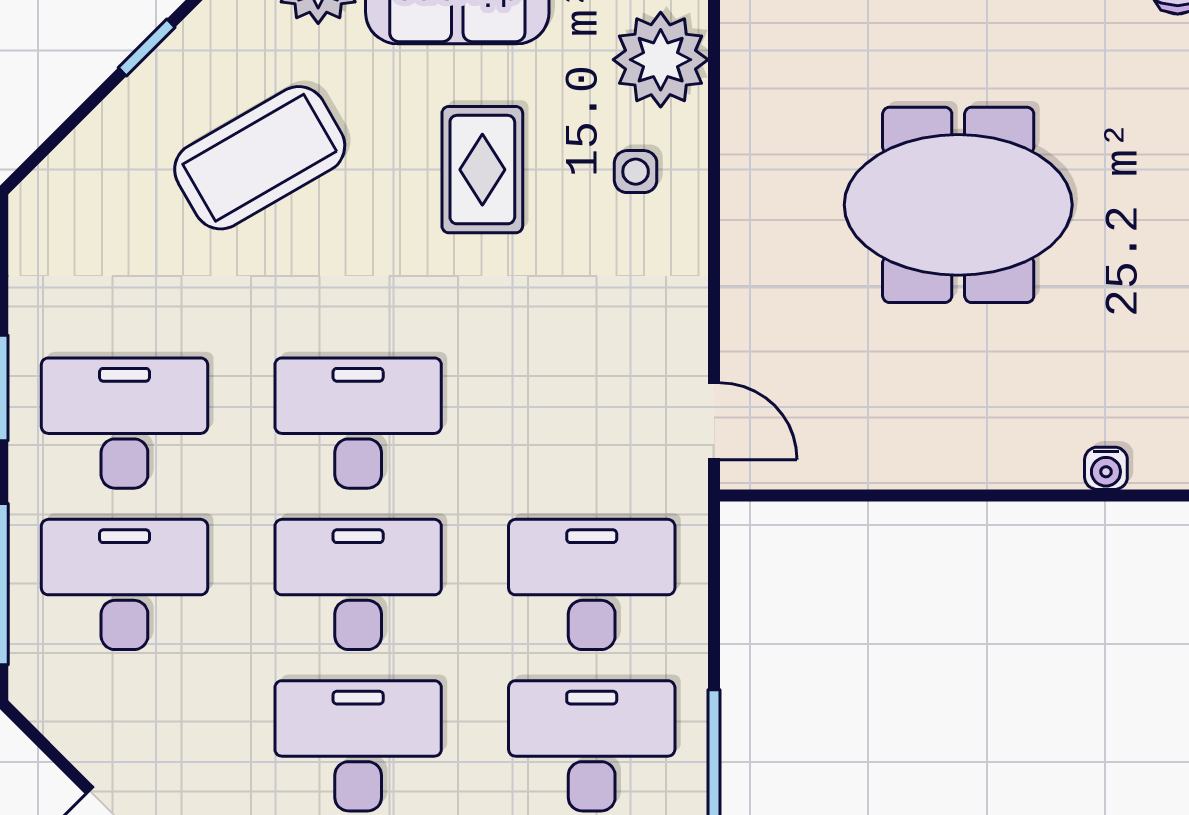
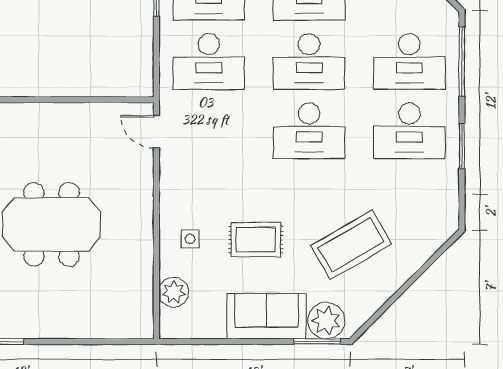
window: (147, 47) -> (400, 292), removed
plant: (661, 60) -> (174, 292), width x0.73, depth x0.73
rug: (482, 170) -> (256, 240), turned 90

